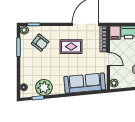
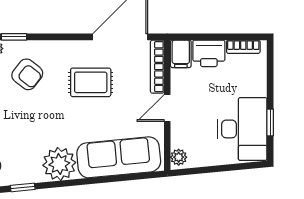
door: (108, 59) -> (167, 108), swing flipped
plant: (44, 87) -> (59, 164), moved

